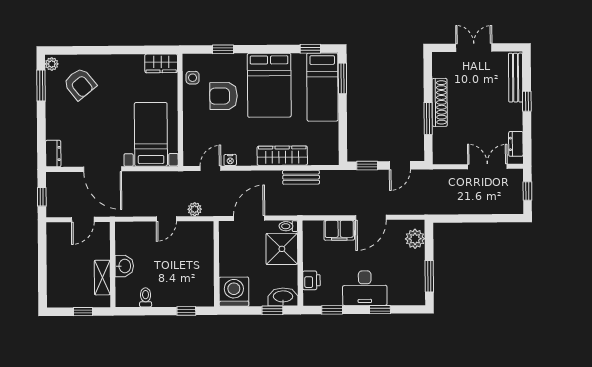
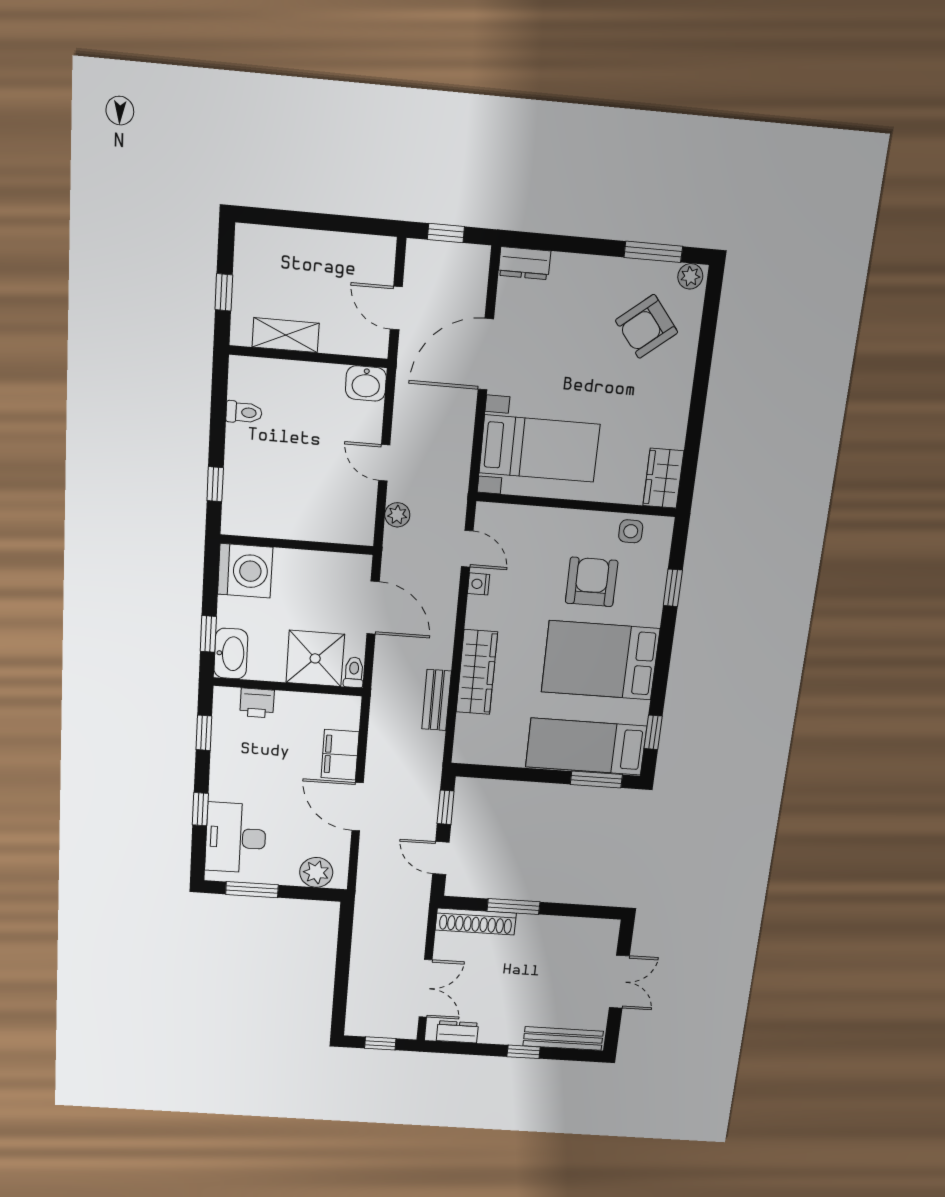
shoe rack: (440, 102) -> (476, 922), moved
washbasin: (124, 266) -> (366, 383), moved
desk: (365, 288) -> (236, 838), moved

